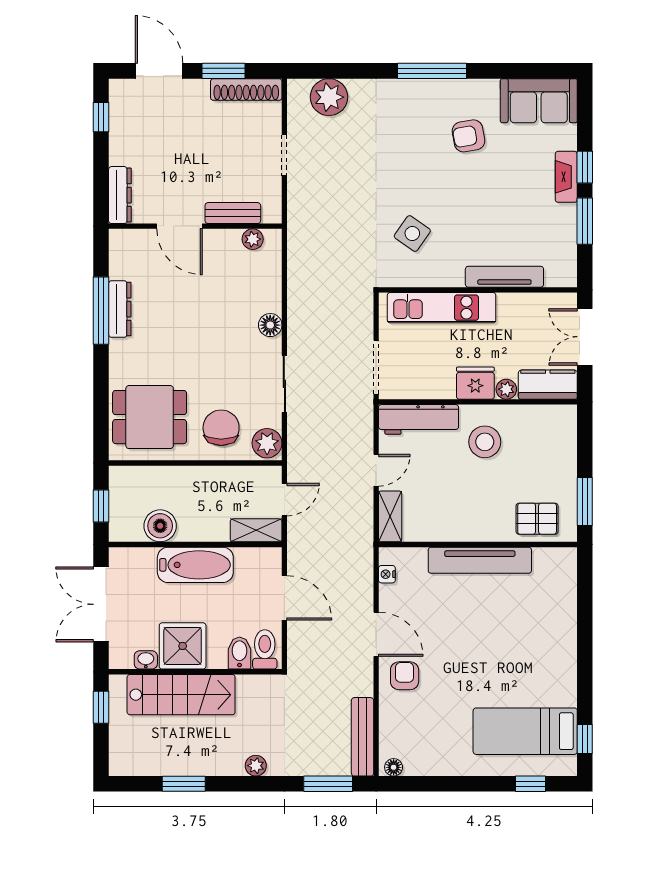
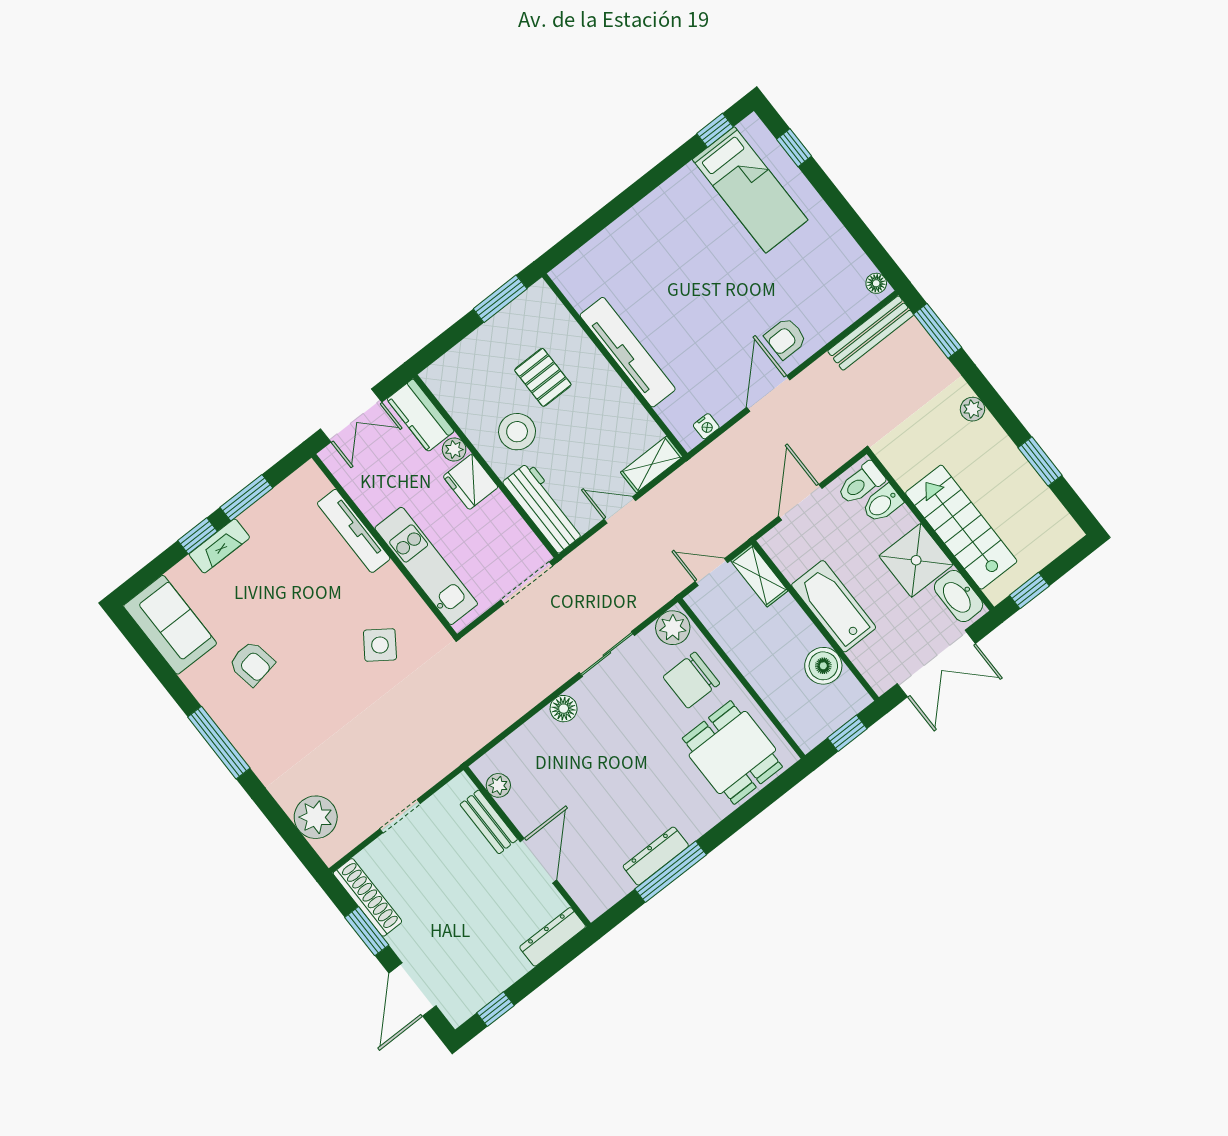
pallet: (537, 519) -> (543, 377), moved
washbasin: (146, 660) -> (959, 596), width x1.91, depth x1.45

